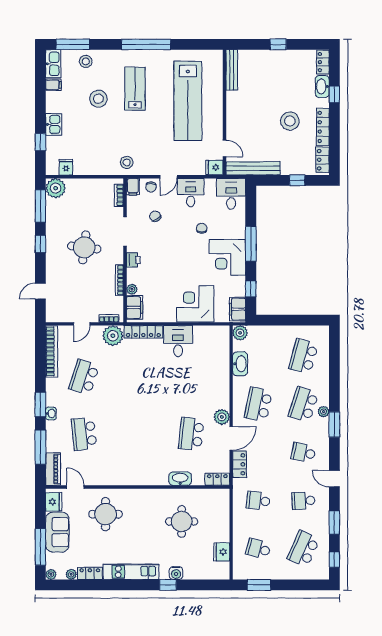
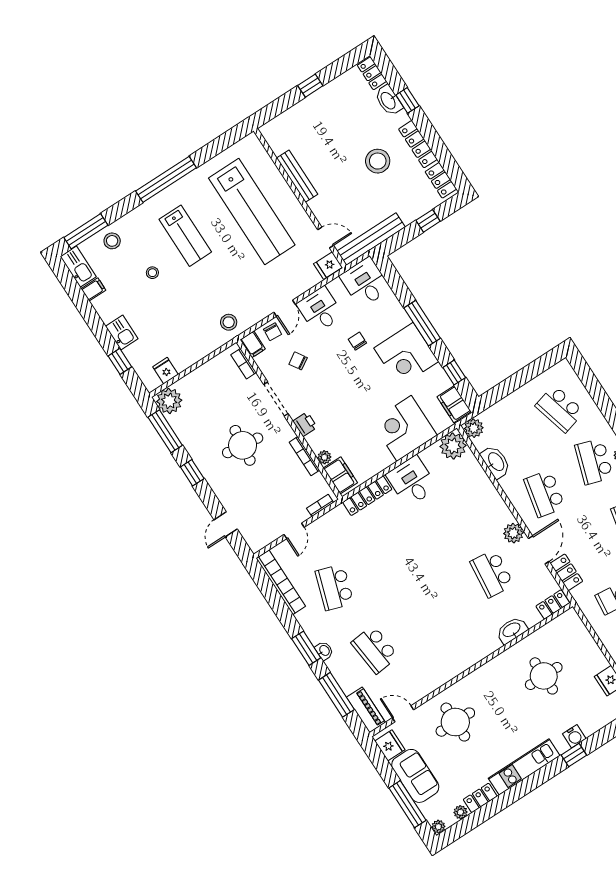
bench: (232, 70) -> (297, 176), moved
lab bench: (135, 89) -> (185, 236), turned 180
stool: (98, 99) -> (152, 273), width x0.53, depth x0.53
plant: (113, 336) -> (453, 446), moved
school desk: (303, 356) -> (560, 409), turned -30

